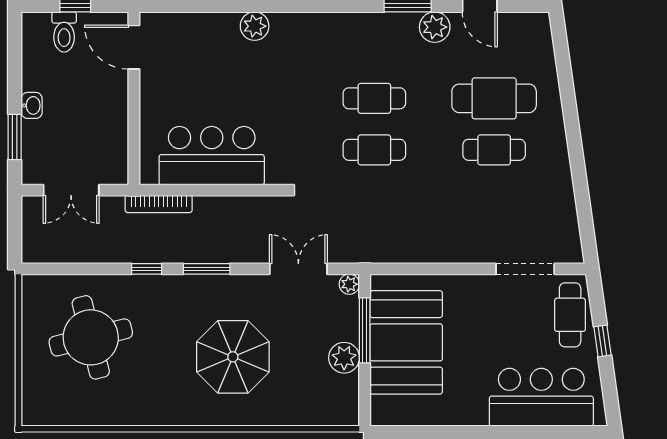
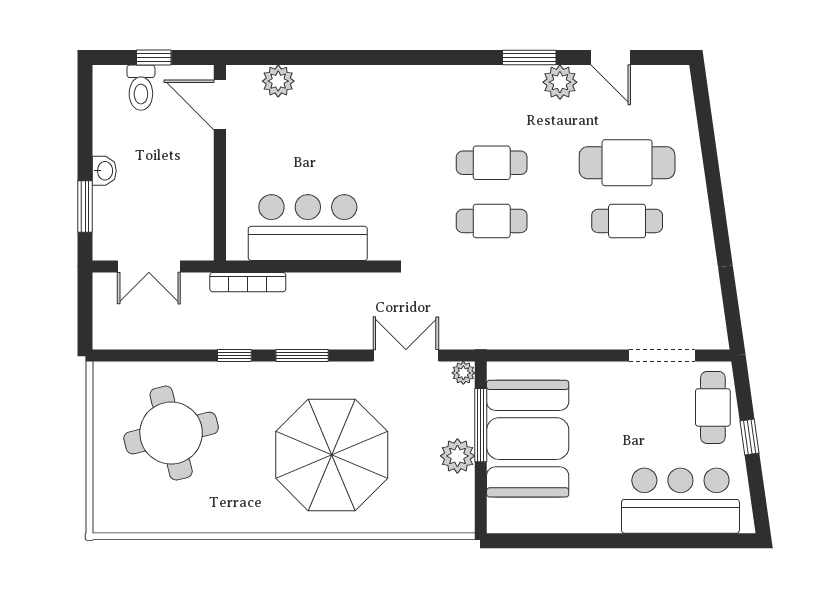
plant: (255, 26) -> (278, 81), moved
parasol: (233, 357) -> (332, 455), width x1.36, depth x1.36

